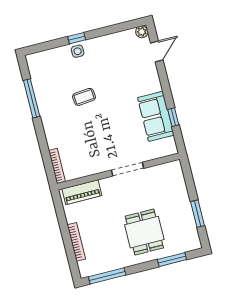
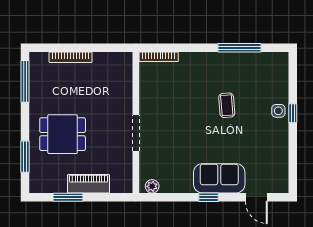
plant: (142, 32) -> (152, 186), moved
sofa: (156, 116) -> (219, 178), moved
window: (173, 117) -> (208, 197), moved
piano: (82, 192) -> (88, 184), moved, turned 90

